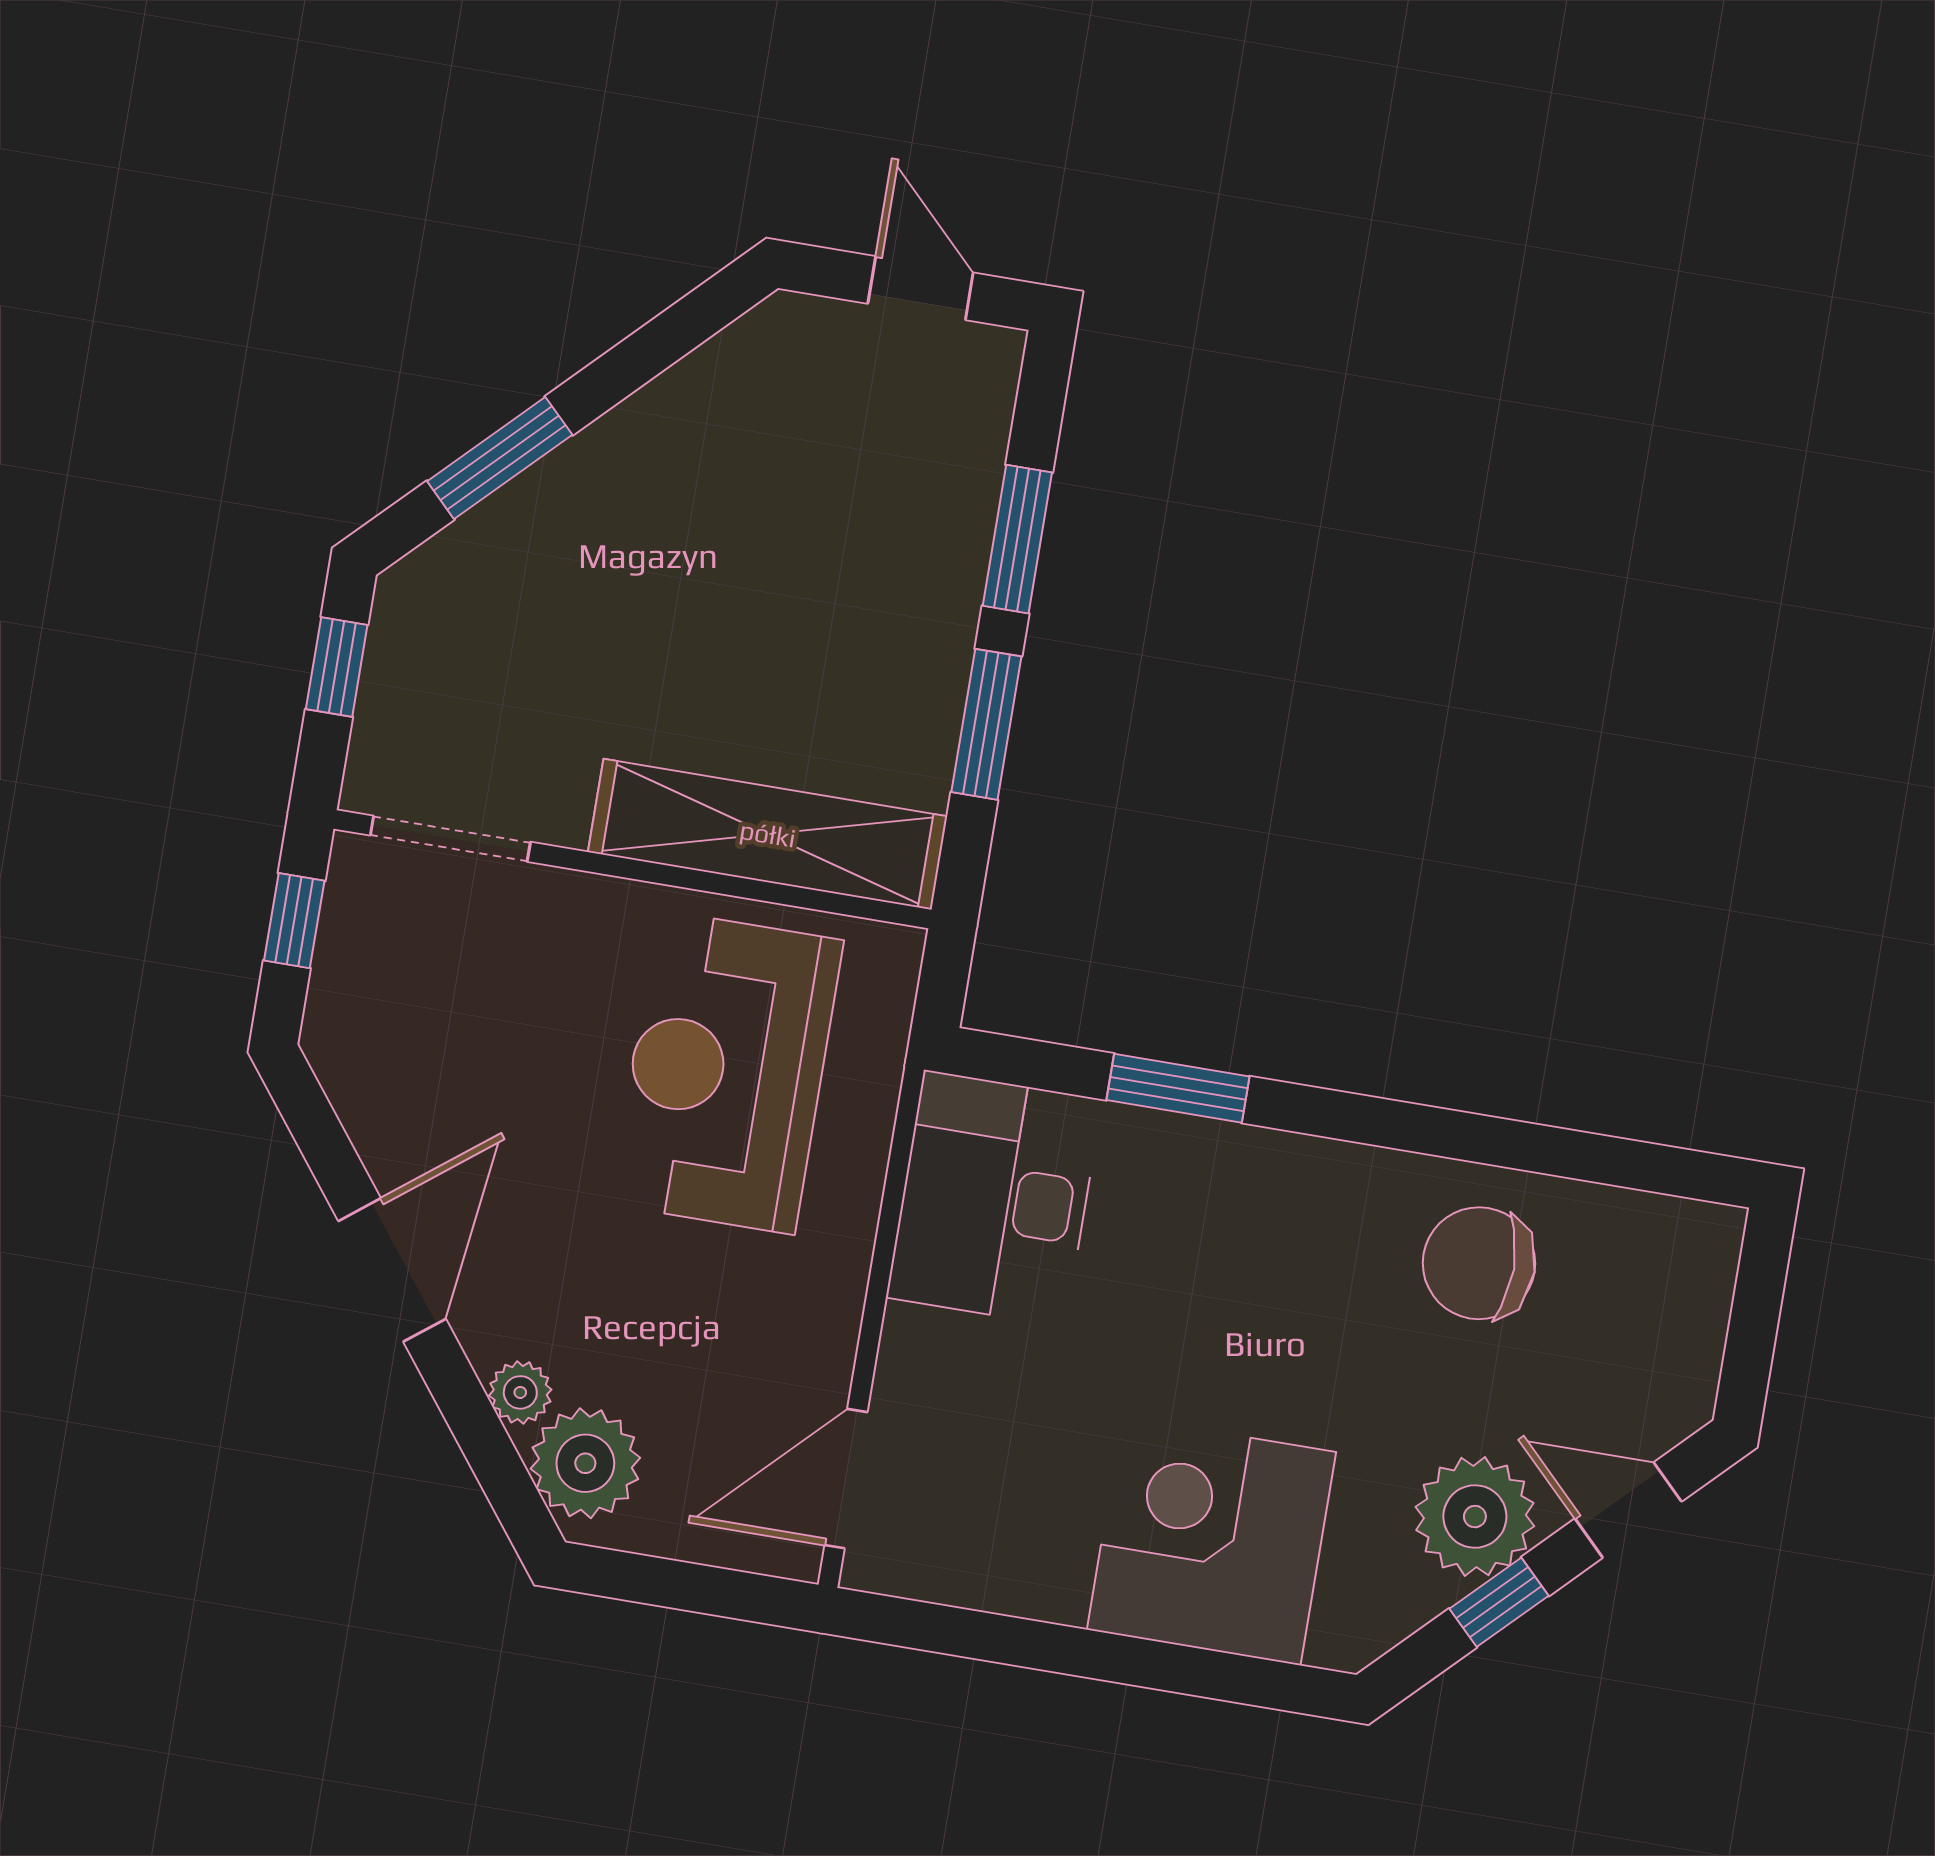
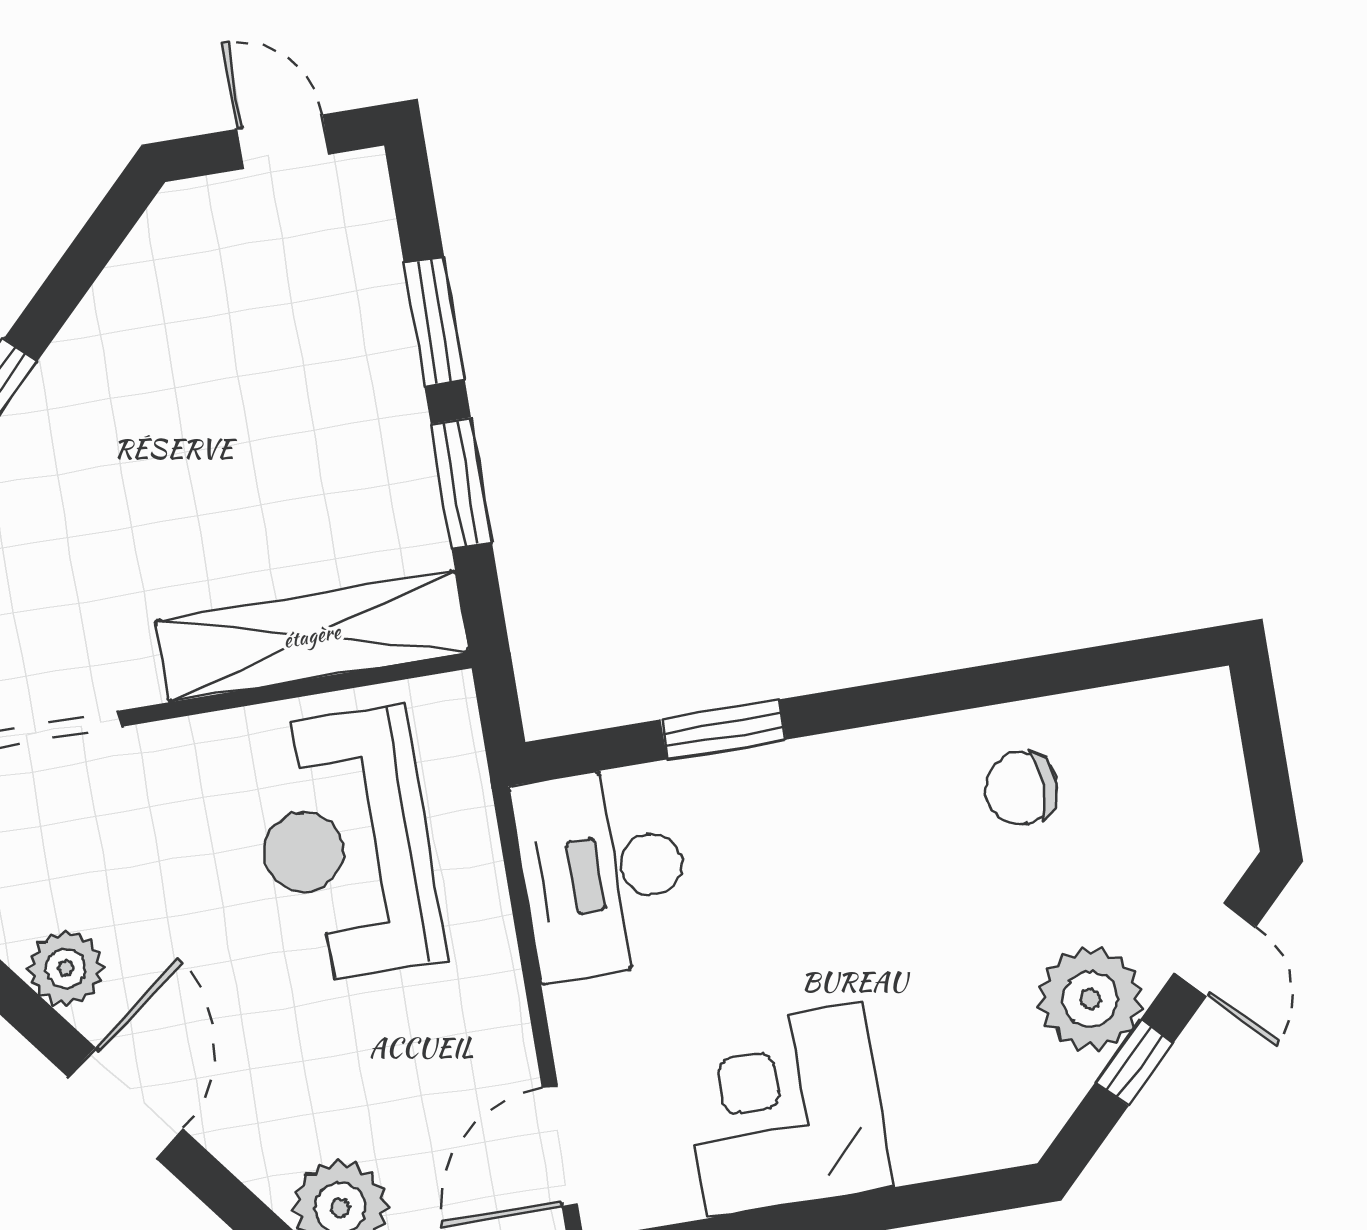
chair: (1479, 1263) -> (1021, 788), width x0.73, depth x0.73
plant: (520, 1392) -> (66, 968), moved, width x1.38, depth x1.38
door: (1628, 1510) -> (1215, 950), swing flipped
corner desk: (1211, 1541) -> (785, 1110), moved

